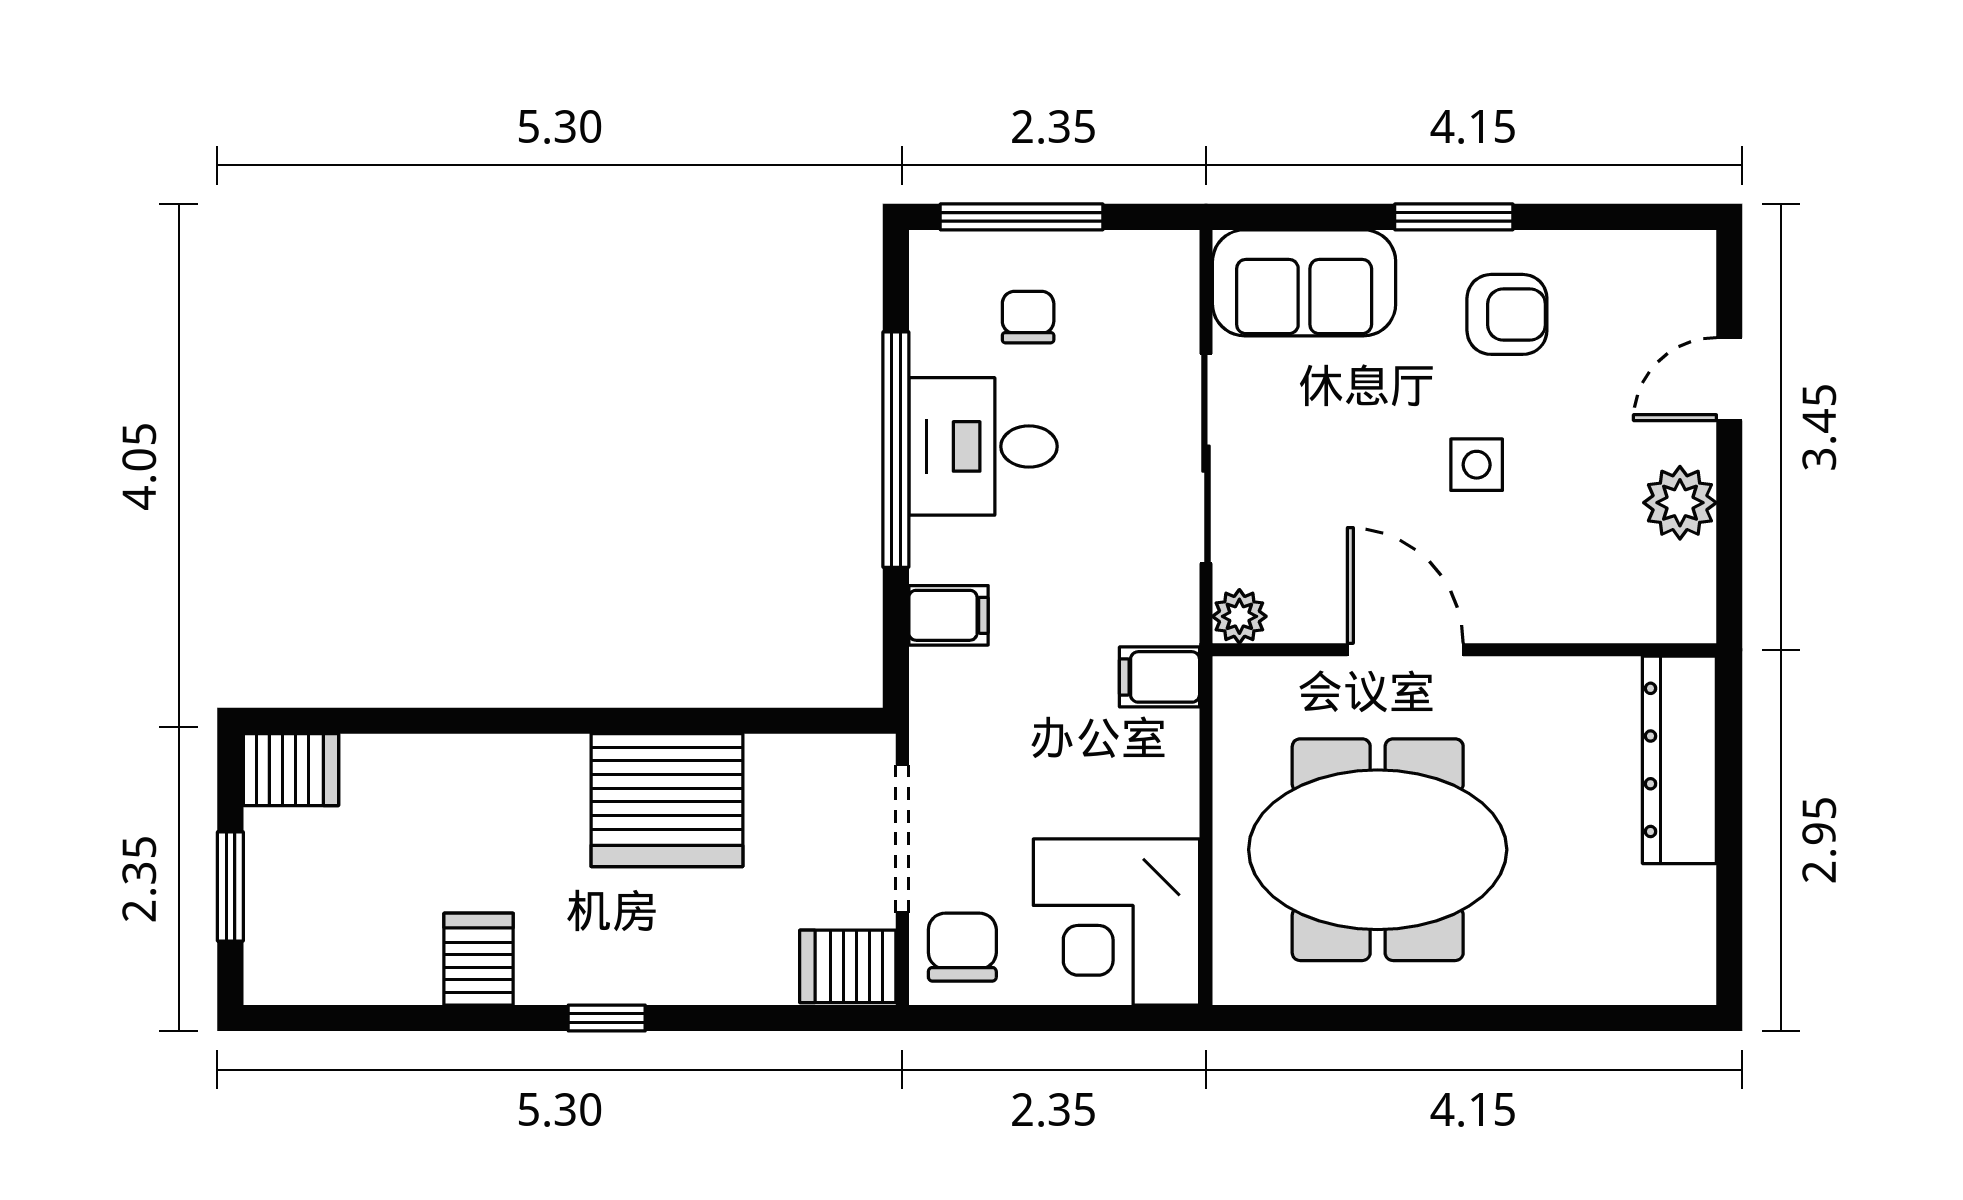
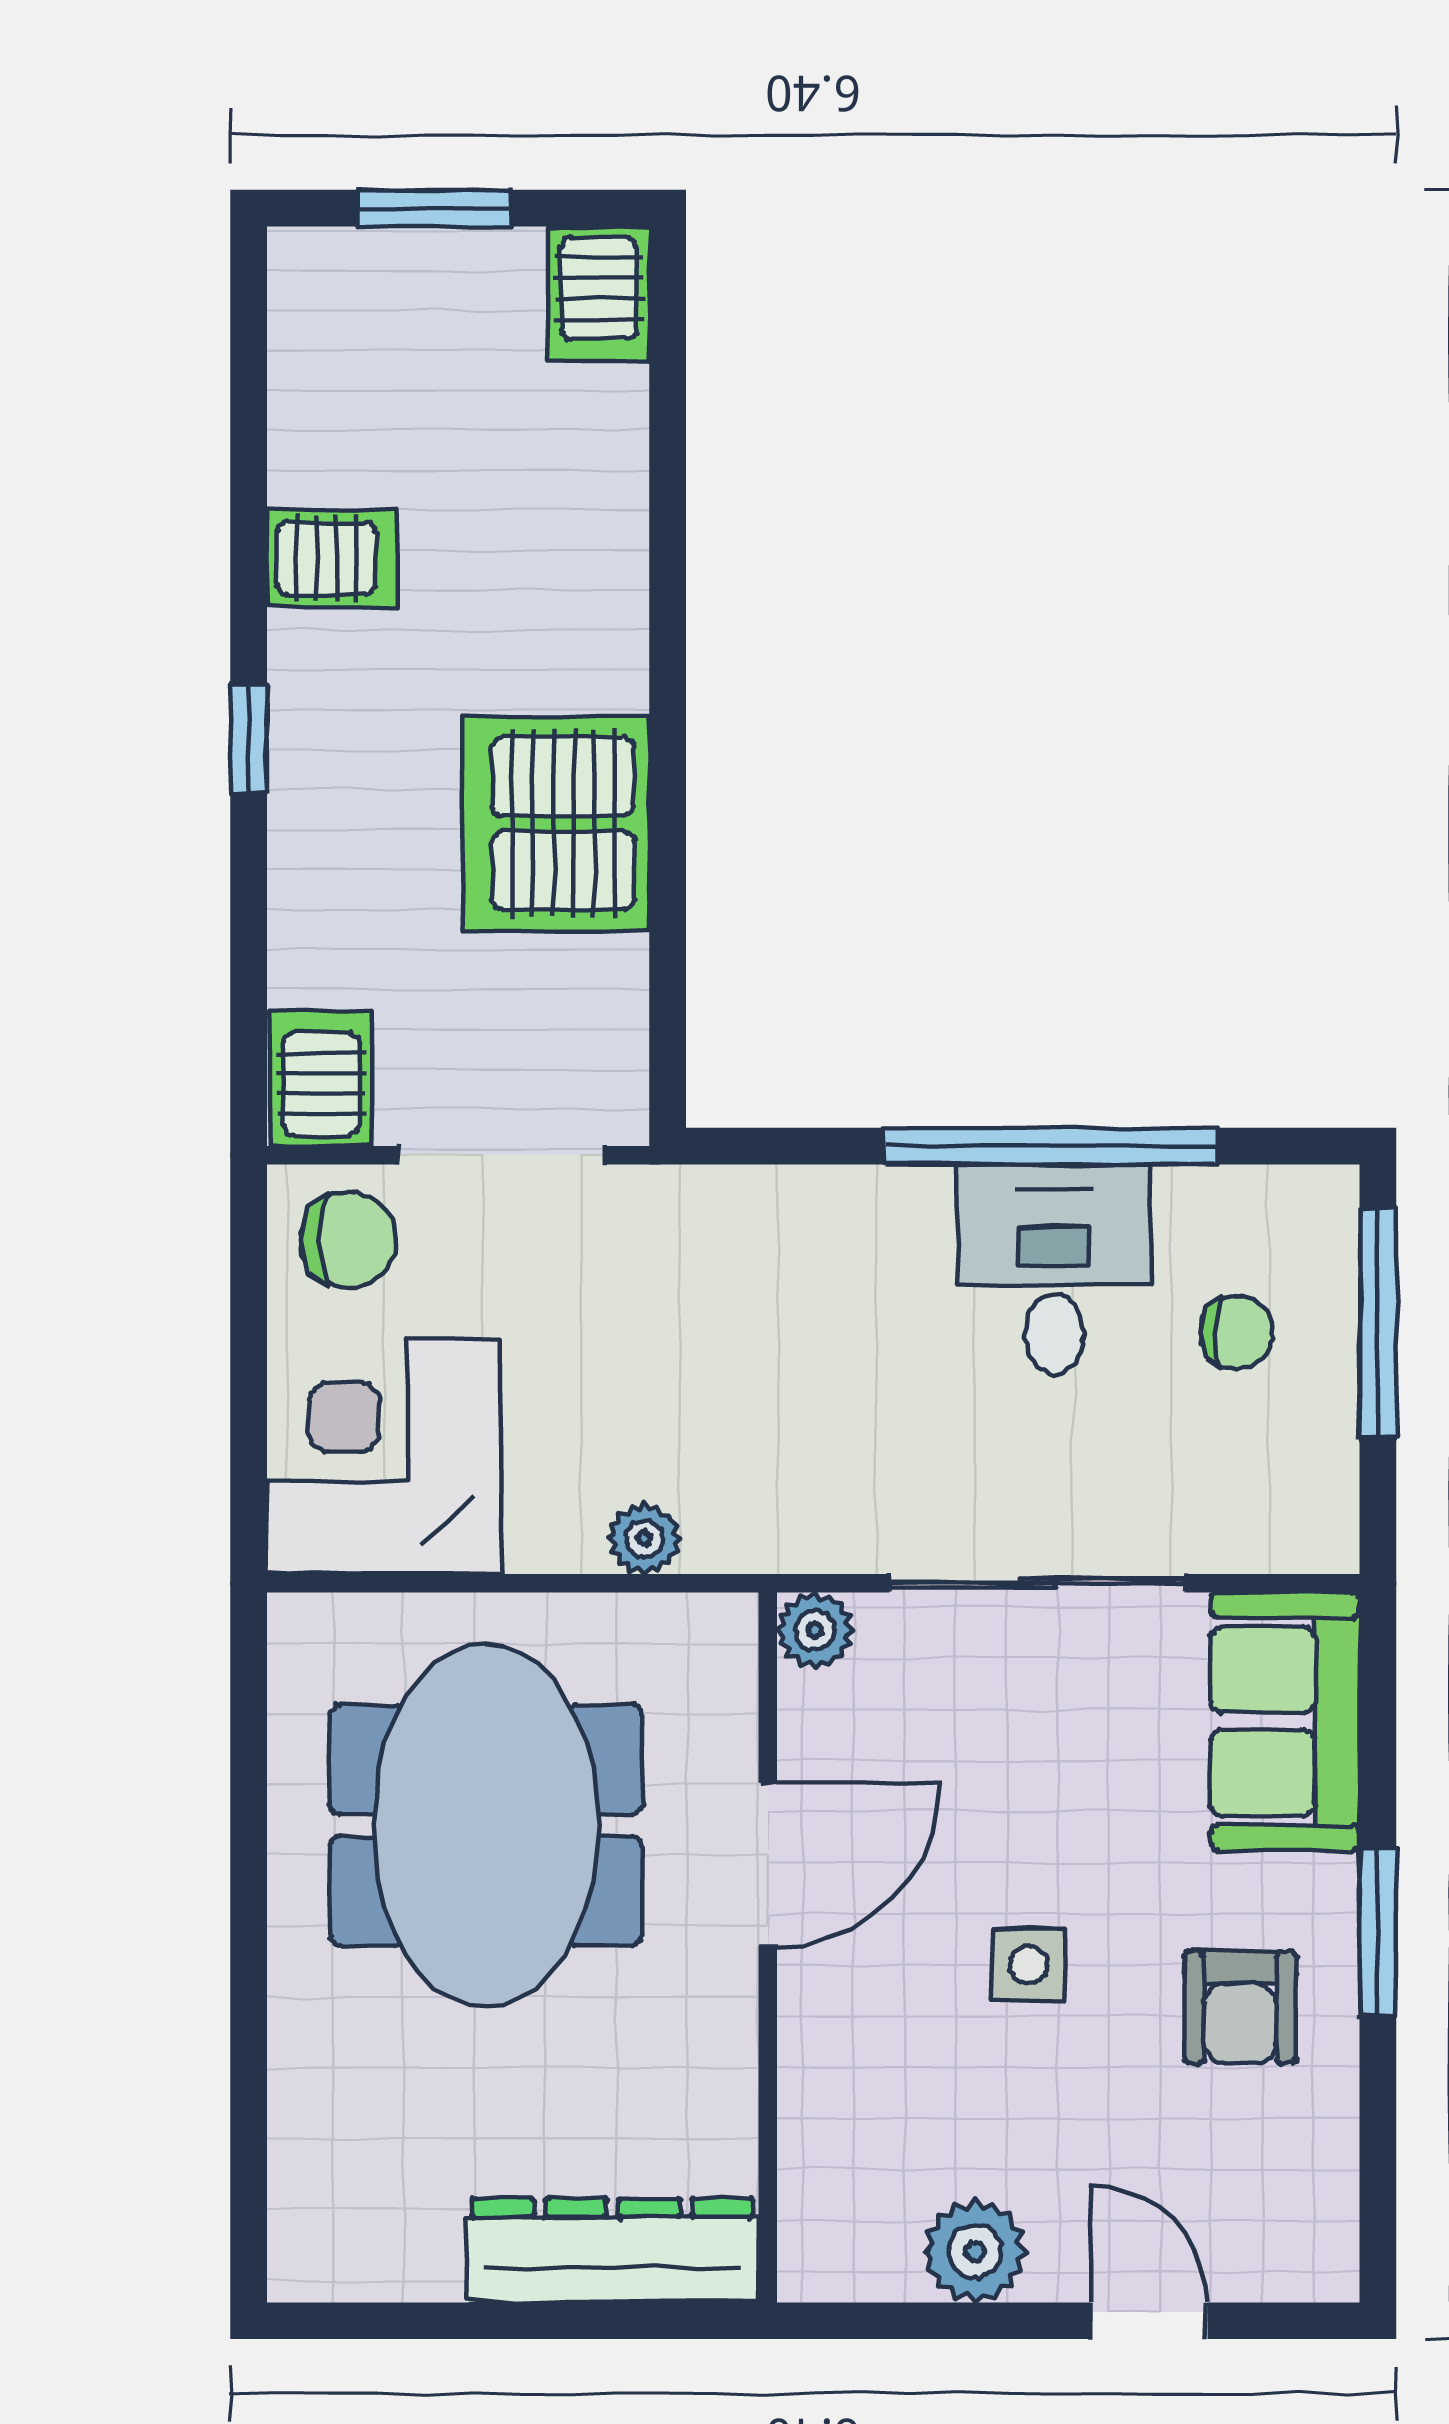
filing cabinet: (949, 615) -> (816, 1220), removed
filing cabinet: (1159, 677) -> (729, 1518), removed
plant: (1174, 737) -> (644, 1539), added

